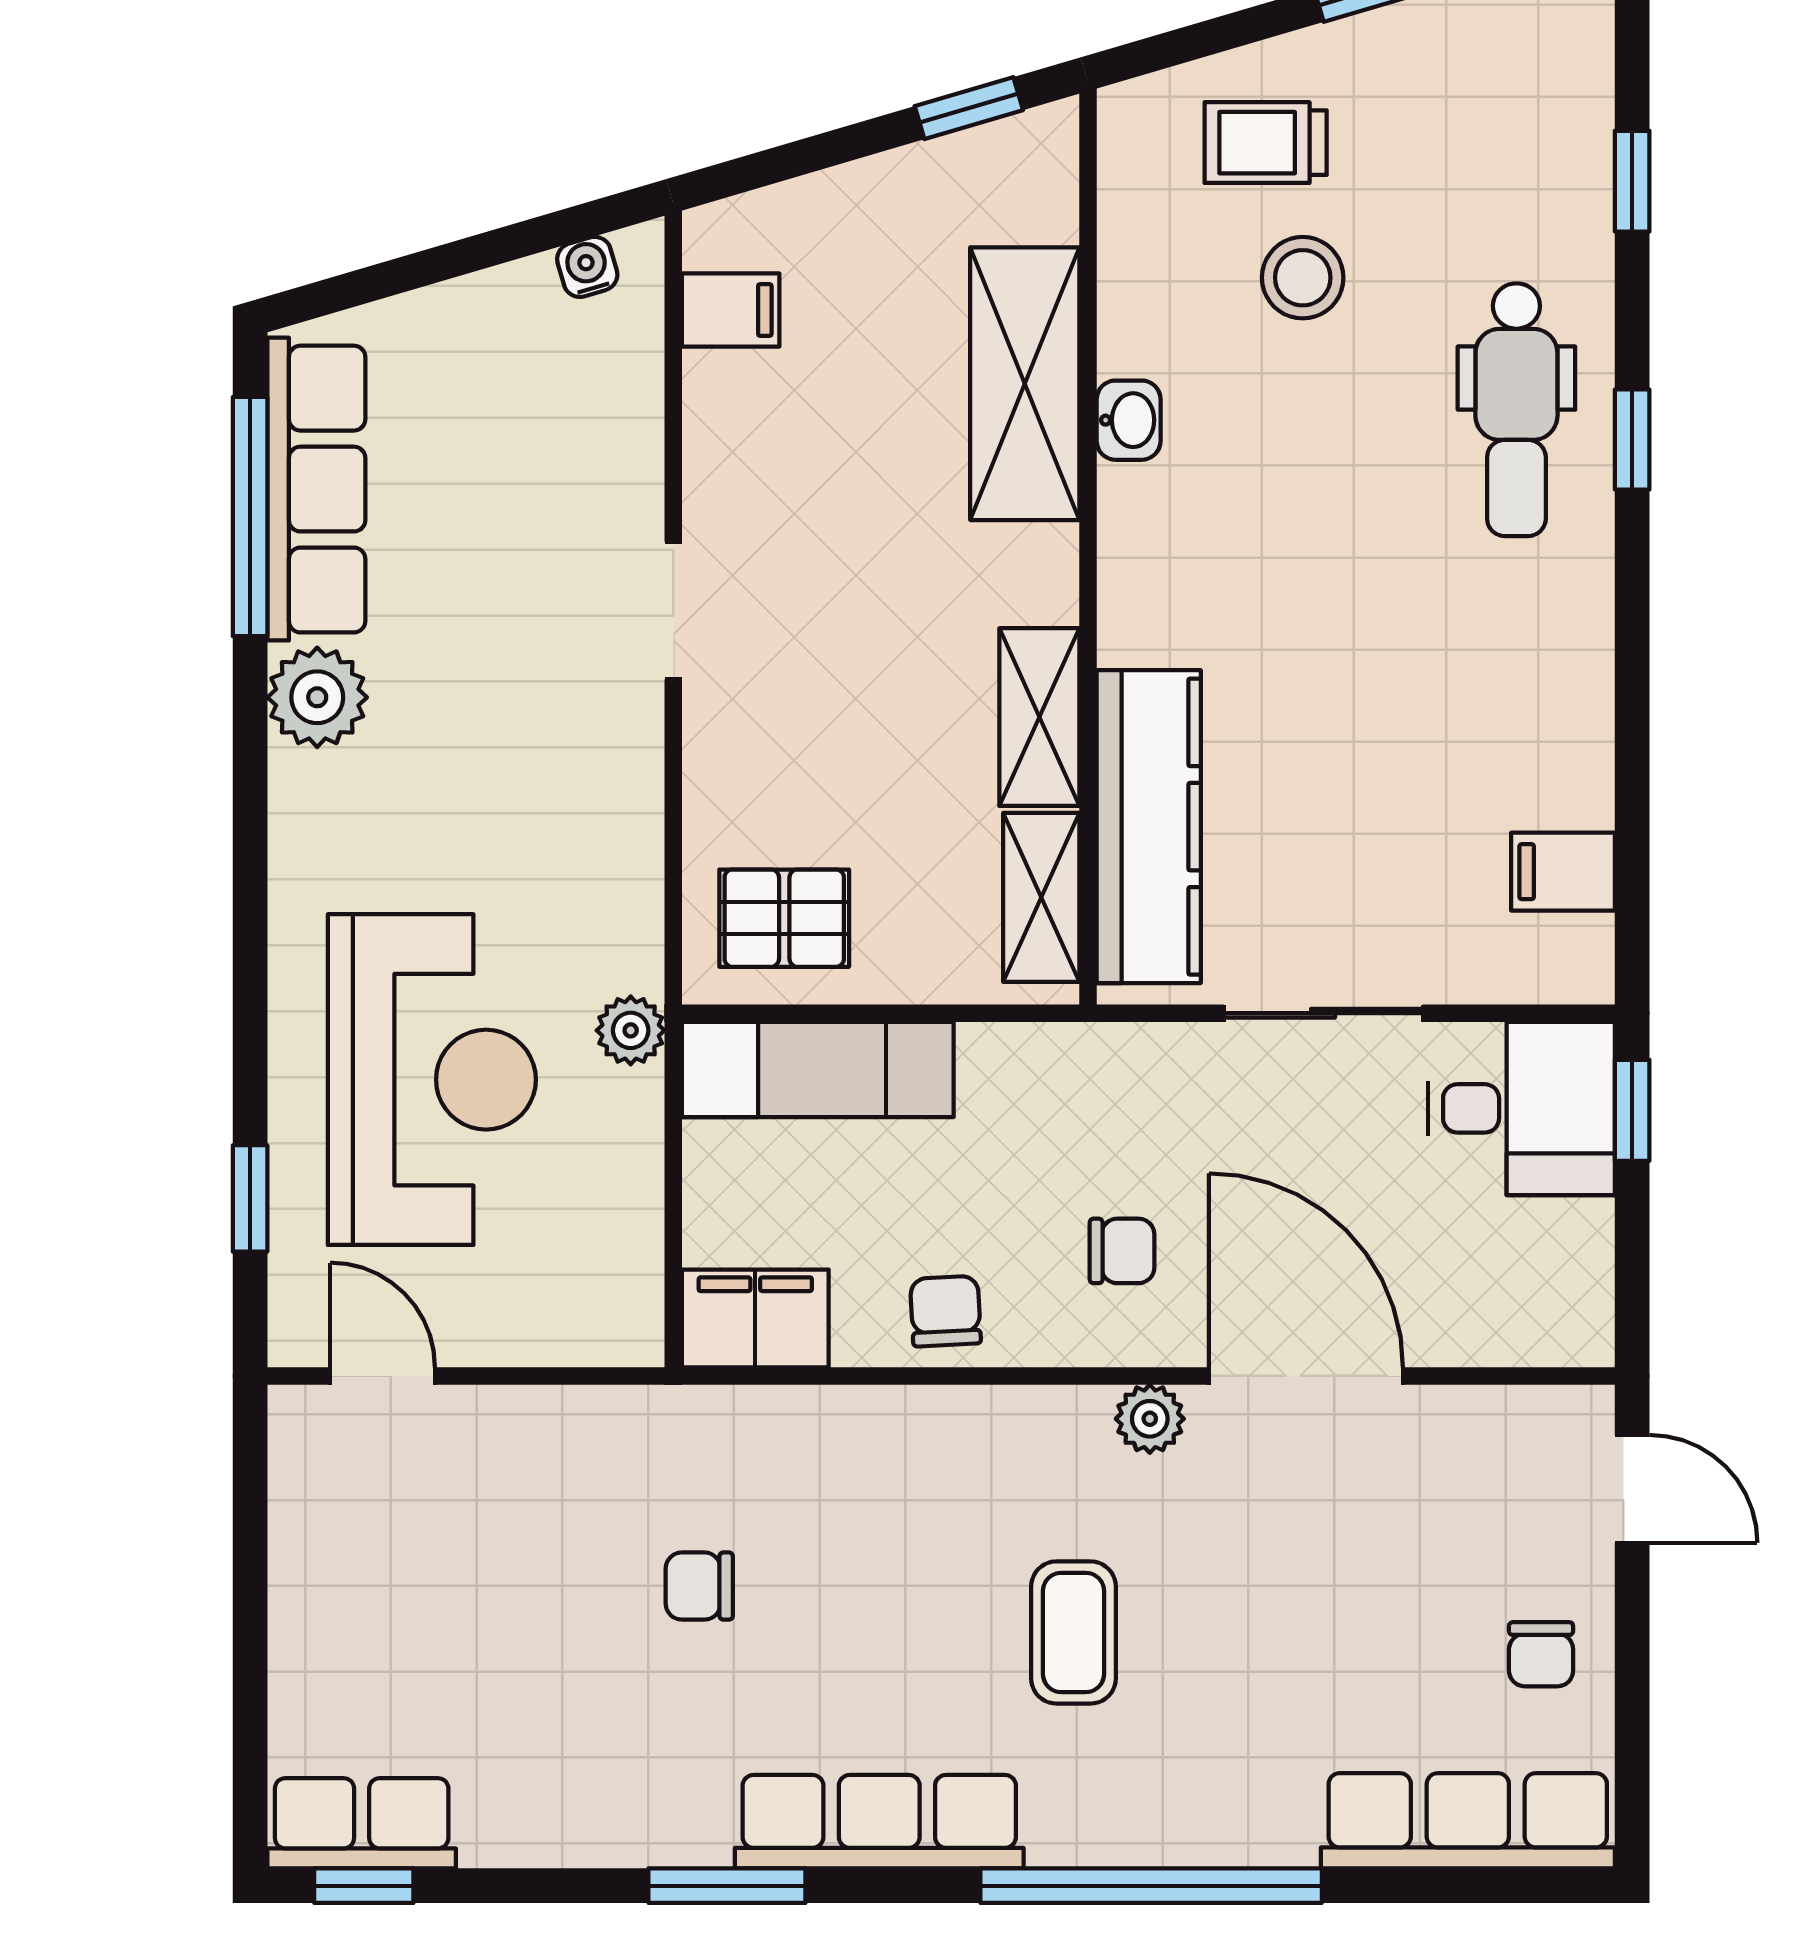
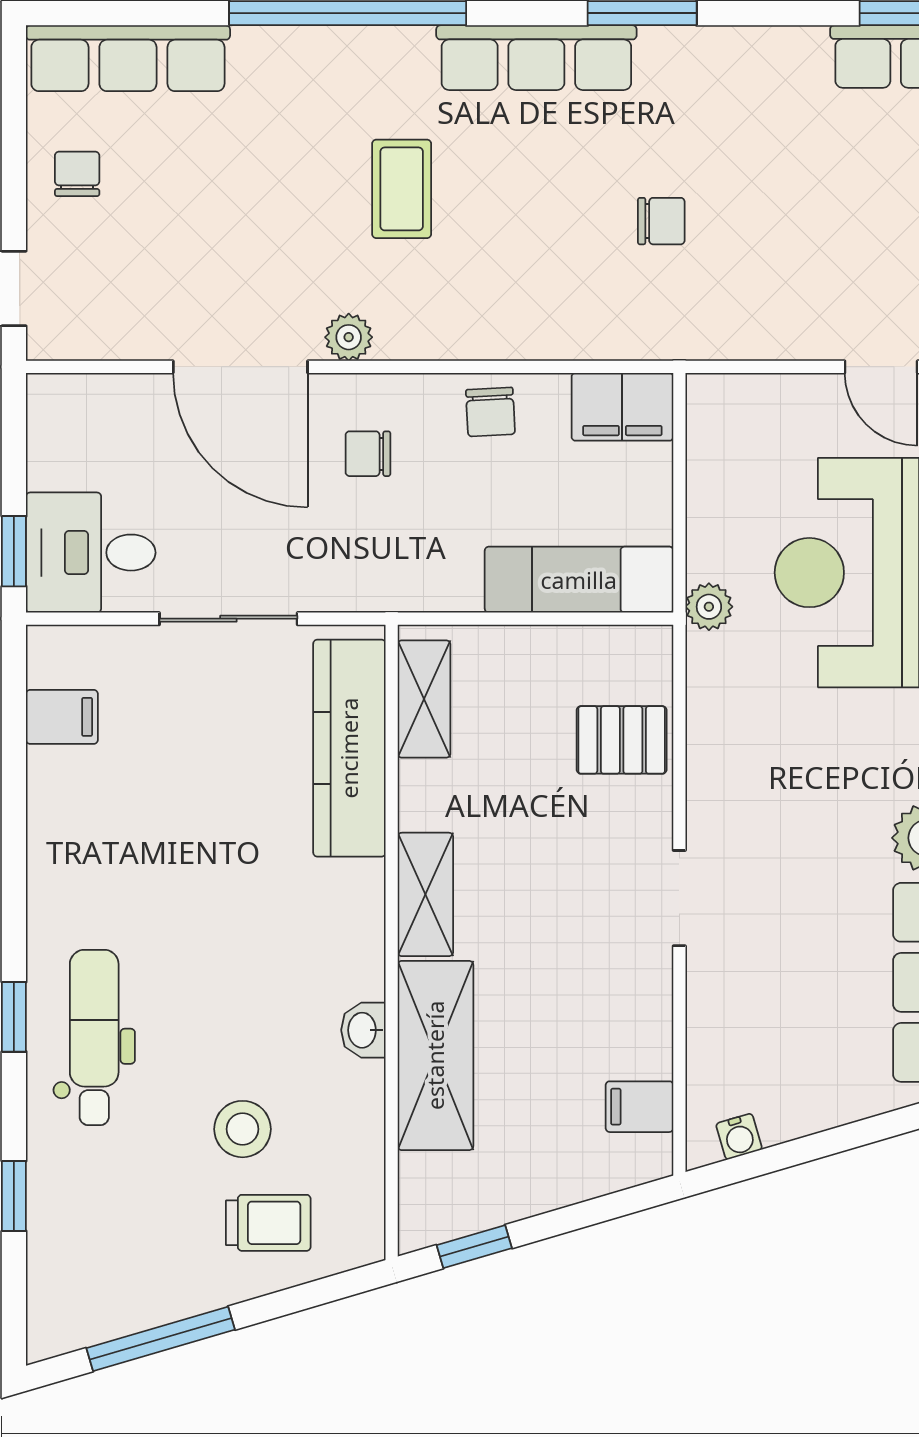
shelving: (1039, 717) -> (425, 894), moved
pallet: (784, 918) -> (622, 740), moved

